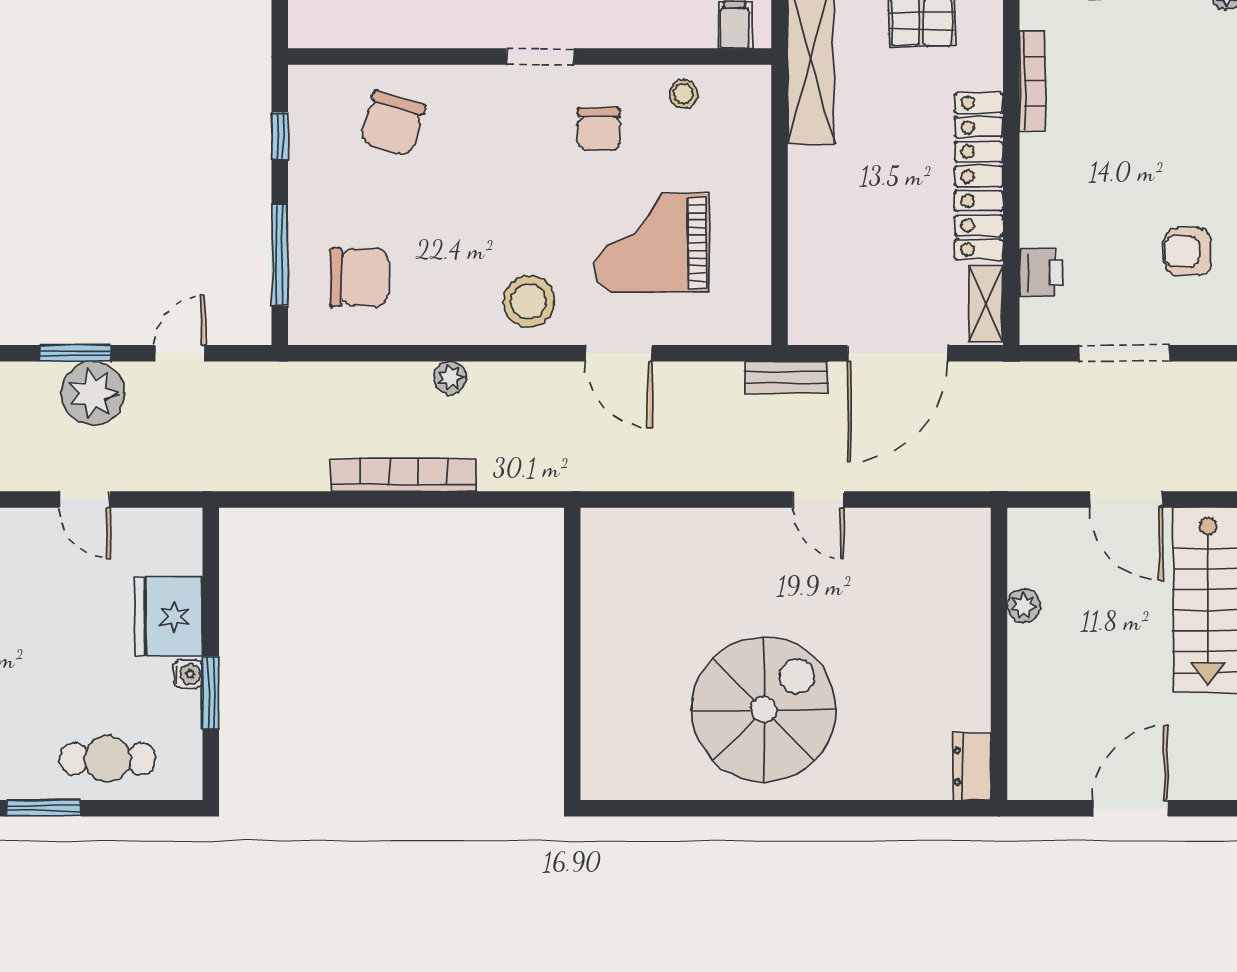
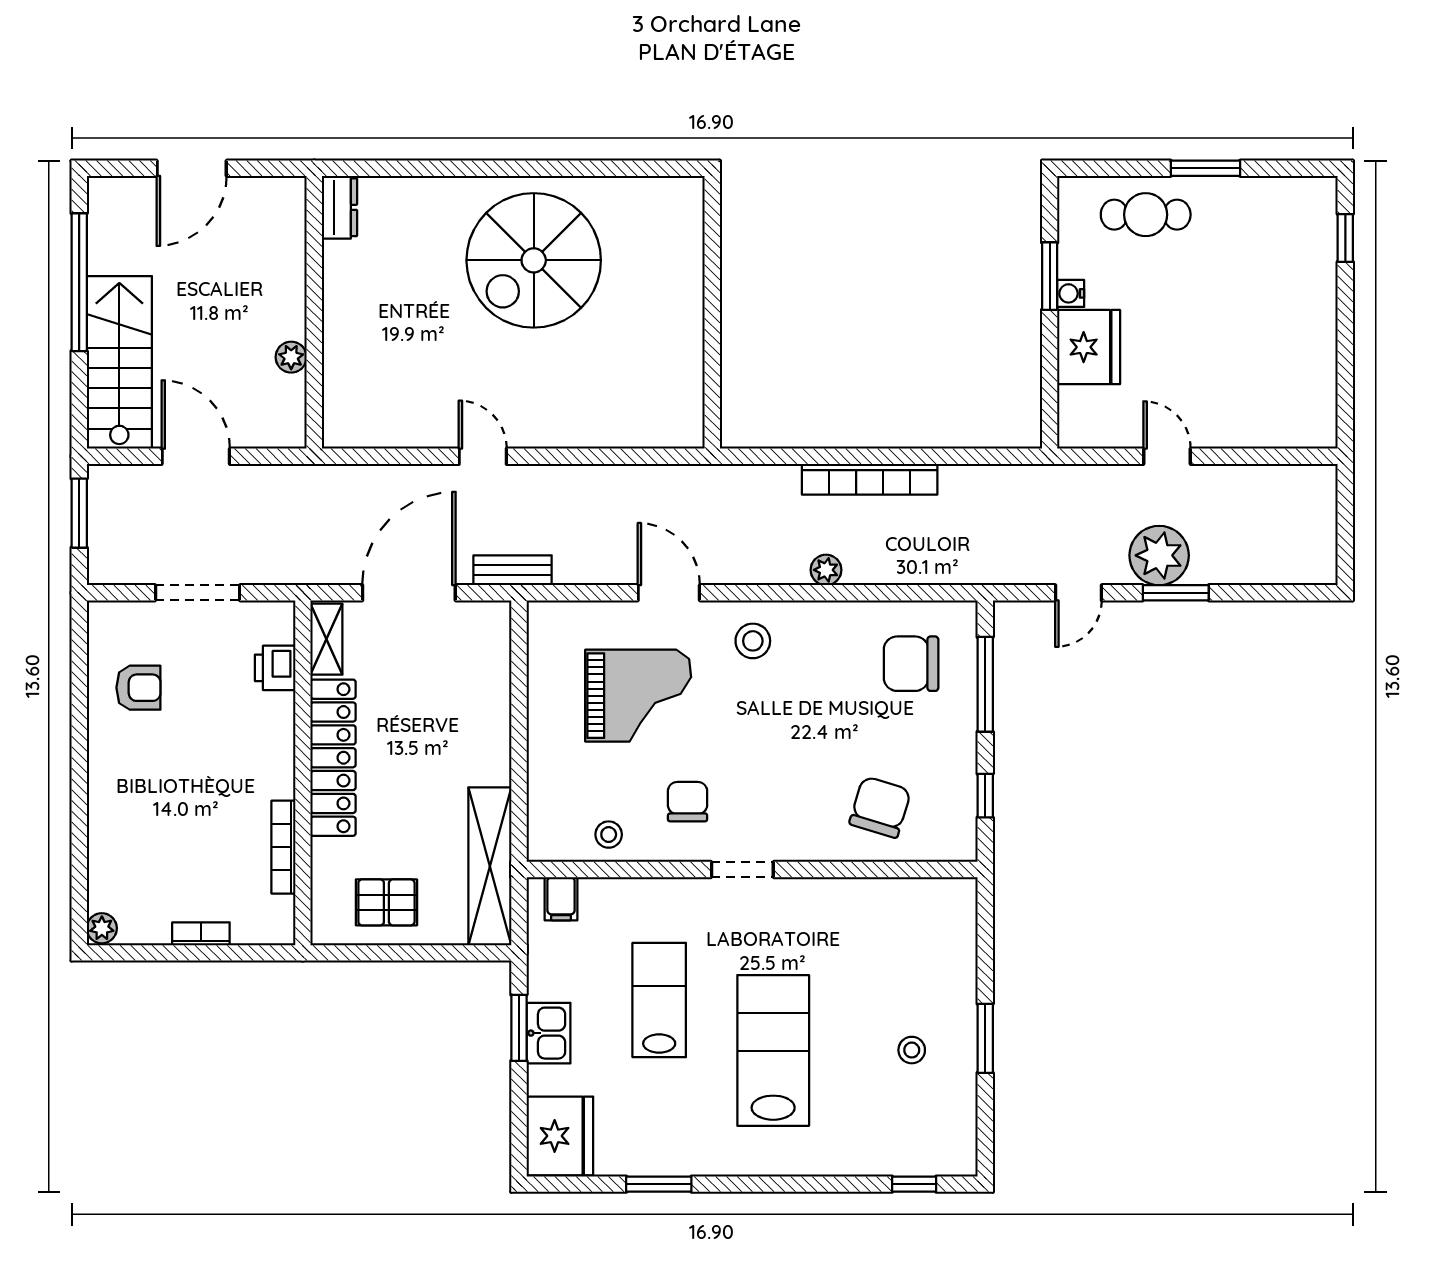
stool: (529, 302) -> (753, 641), width x0.73, depth x0.73

